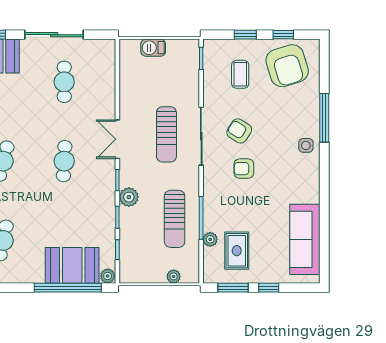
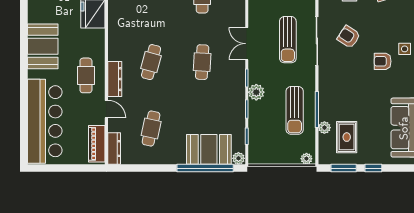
armchair: (244, 169) -> (383, 61), moved
plant: (174, 276) -> (306, 159), moved

